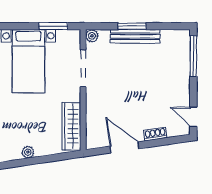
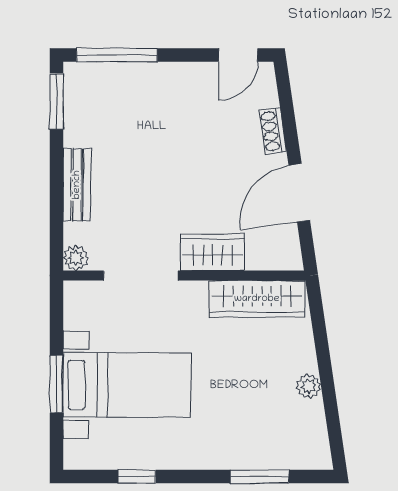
window: (53, 26) -> (57, 384), moved
window: (132, 26) -> (57, 101), moved
bench: (135, 36) -> (77, 185), width x0.73
wardrobe: (95, 104) -> (213, 252), added

